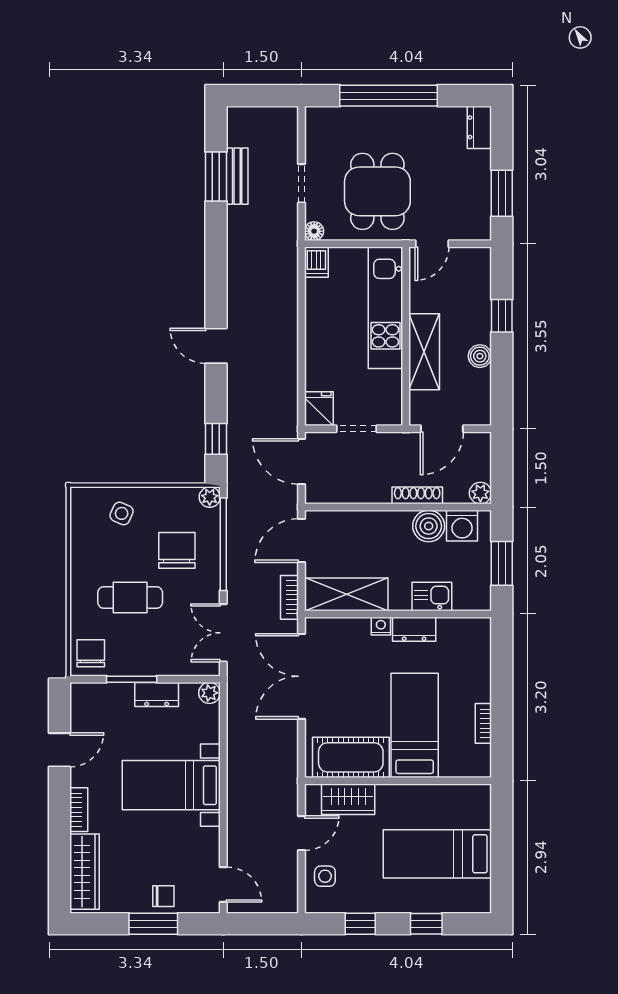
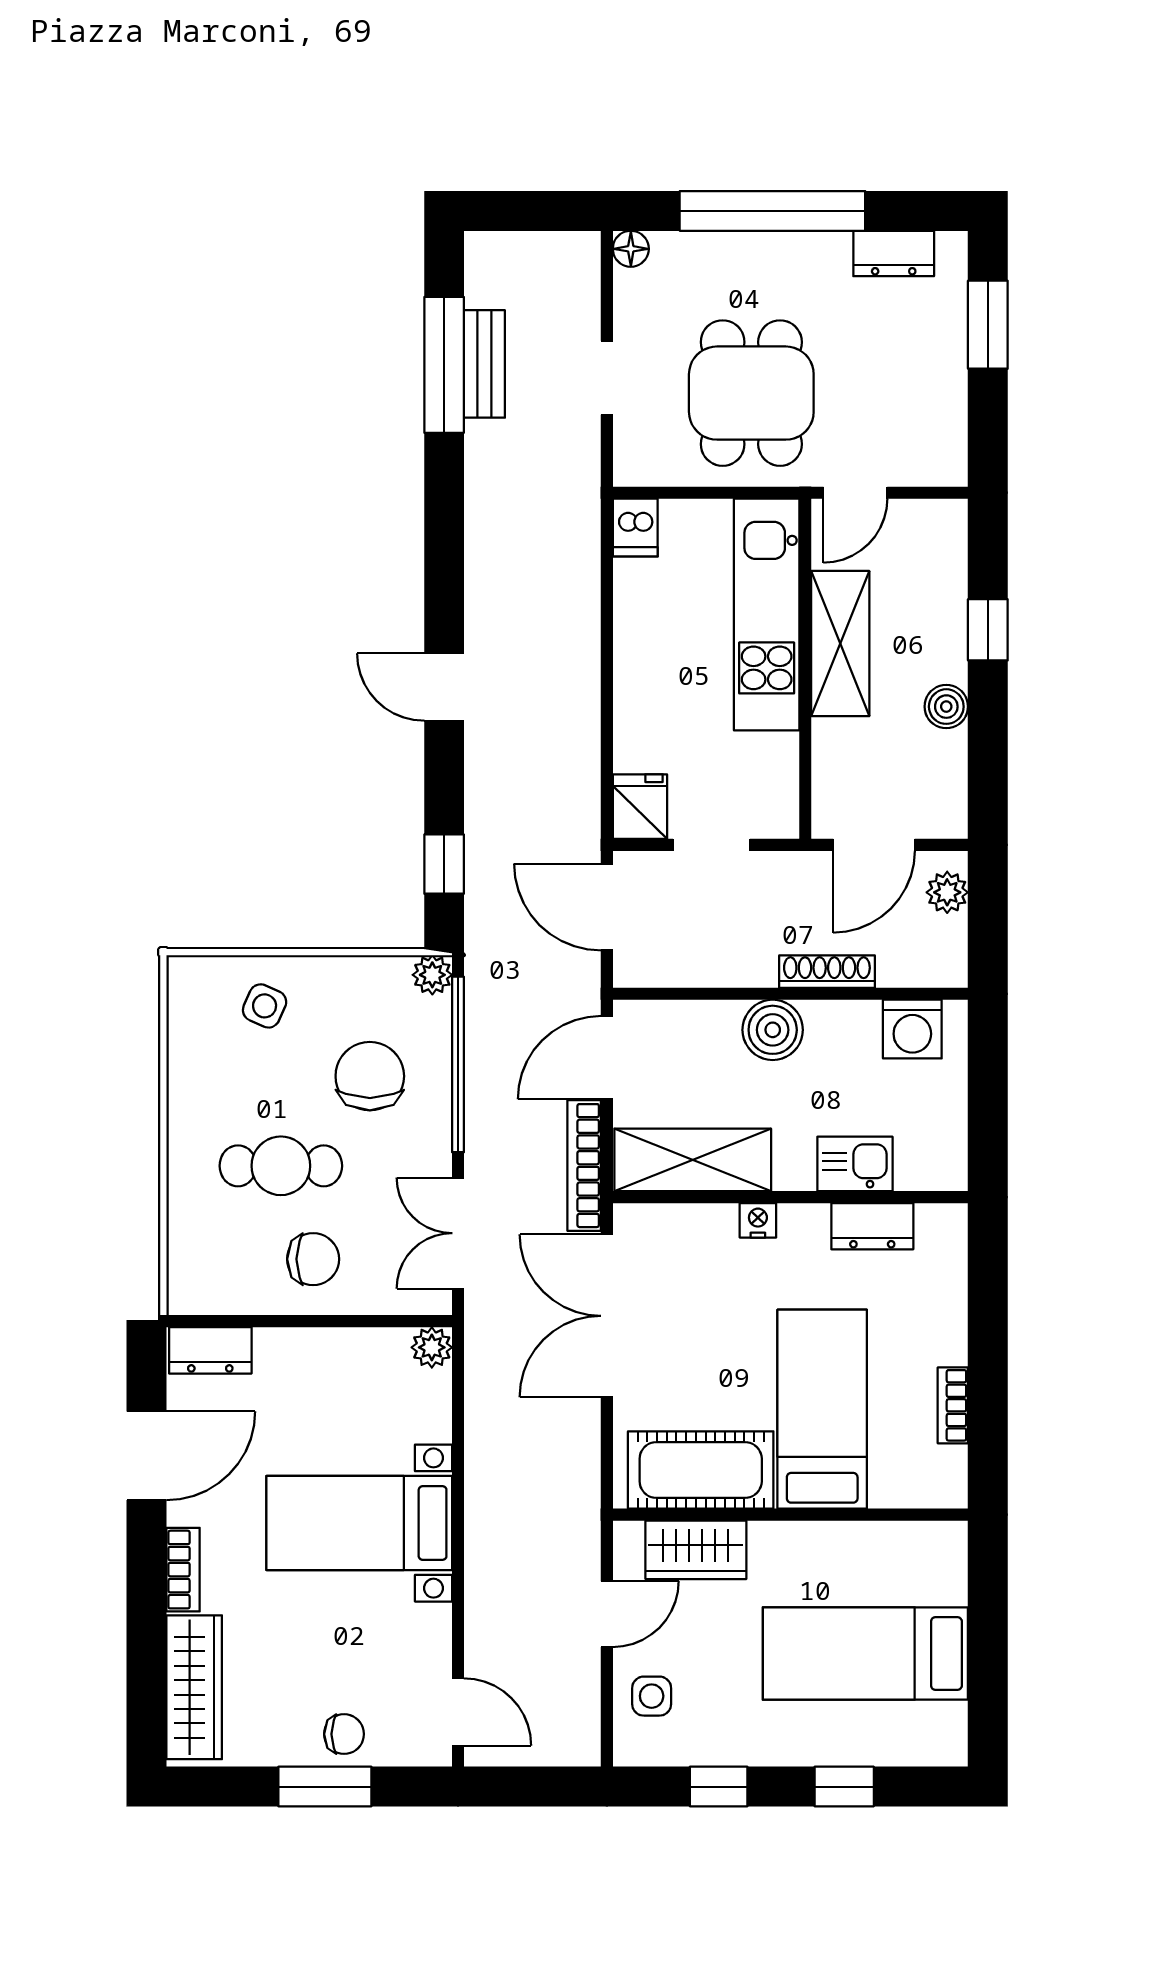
dresser: (479, 127) -> (894, 254), moved, turned -90
window: (216, 177) -> (444, 365), width x1.44
window: (502, 193) -> (988, 325), moved
floor lamp: (314, 231) -> (631, 249), moved
shelving: (424, 352) -> (840, 644), moved
plant: (480, 493) -> (947, 892), moved
boiler: (429, 526) -> (773, 1030), moved
window: (502, 563) -> (988, 1101), removed
bookcase: (290, 597) -> (584, 1166), width x1.56
dresser: (414, 629) -> (872, 1226), moved
chair: (91, 653) -> (313, 1259), moved, turned 90
window: (132, 679) -> (284, 1321), removed
dresser: (157, 694) -> (210, 1350), moved
door: (60, 750) -> (146, 1456), width x1.38

